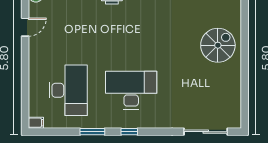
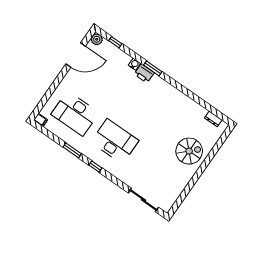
door: (25, 27) -> (76, 55), width x1.87
desk: (68, 90) -> (75, 114), turned 90

